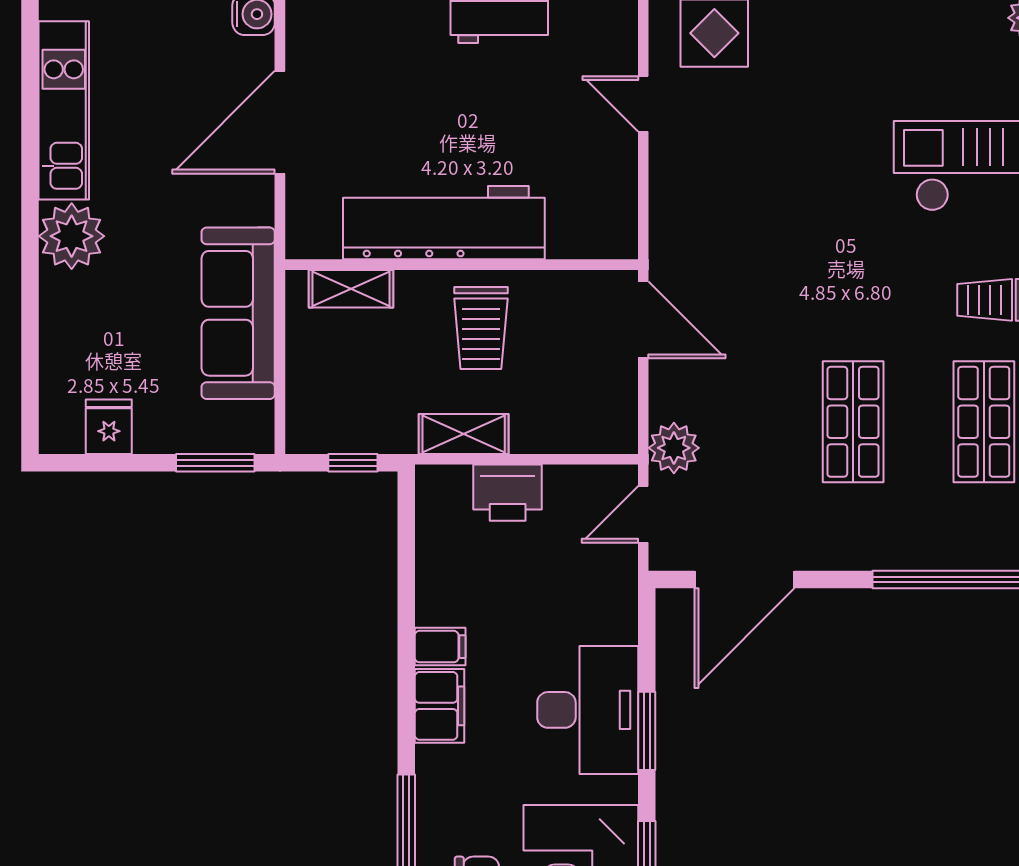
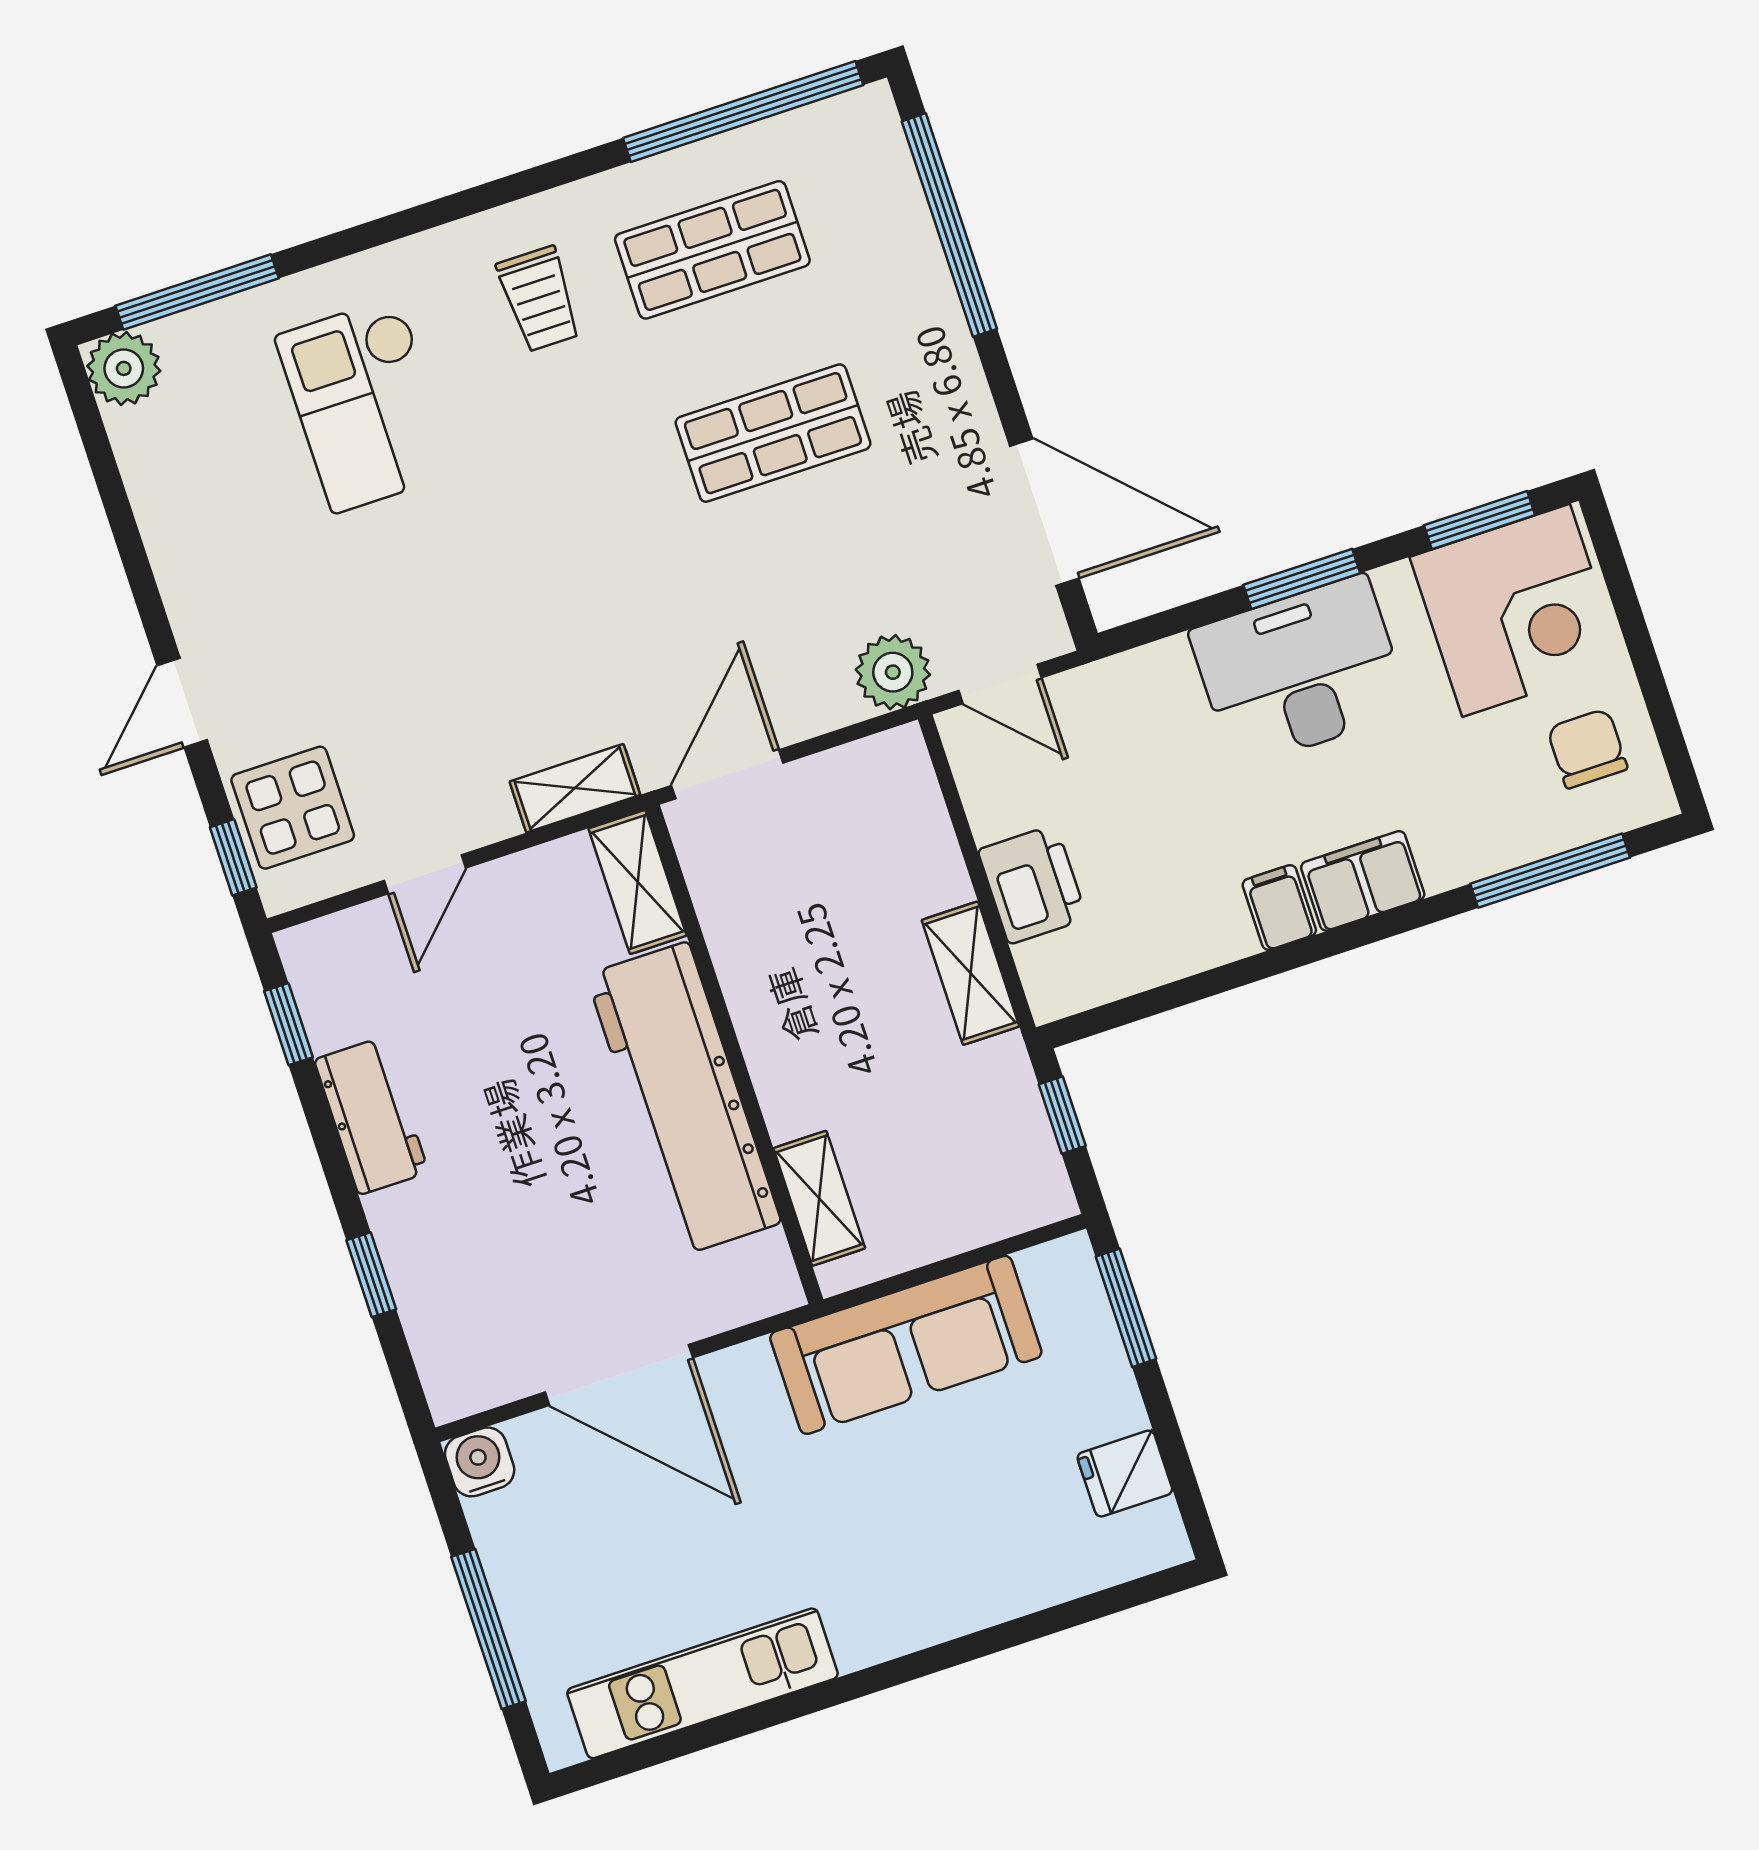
shelving: (667, 219) -> (575, 788), added
plant: (72, 236) -> (875, 1614), removed
shelving: (593, 239) -> (638, 882), added
trolley: (481, 328) -> (814, 998), removed

